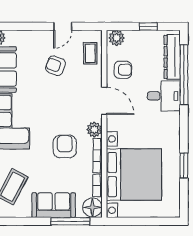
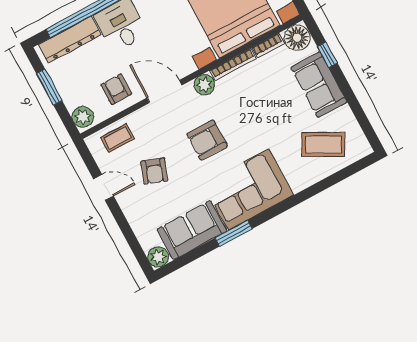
window: (148, 26) -> (49, 87), width x1.50
door: (104, 101) -> (164, 92), hinge flipped
armchair: (65, 146) -> (207, 140), moved
window: (70, 221) -> (327, 55), width x0.46

